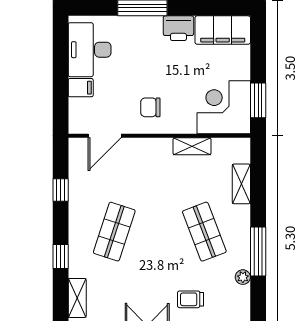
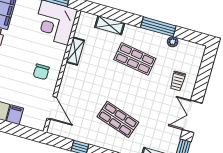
shop shelf: (204, 232) -> (135, 59), turned 30

